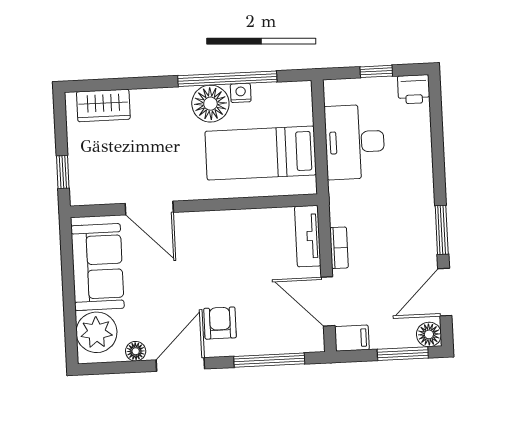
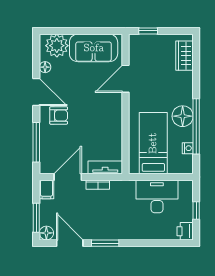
nightstand: (241, 93) -> (188, 148), moved

